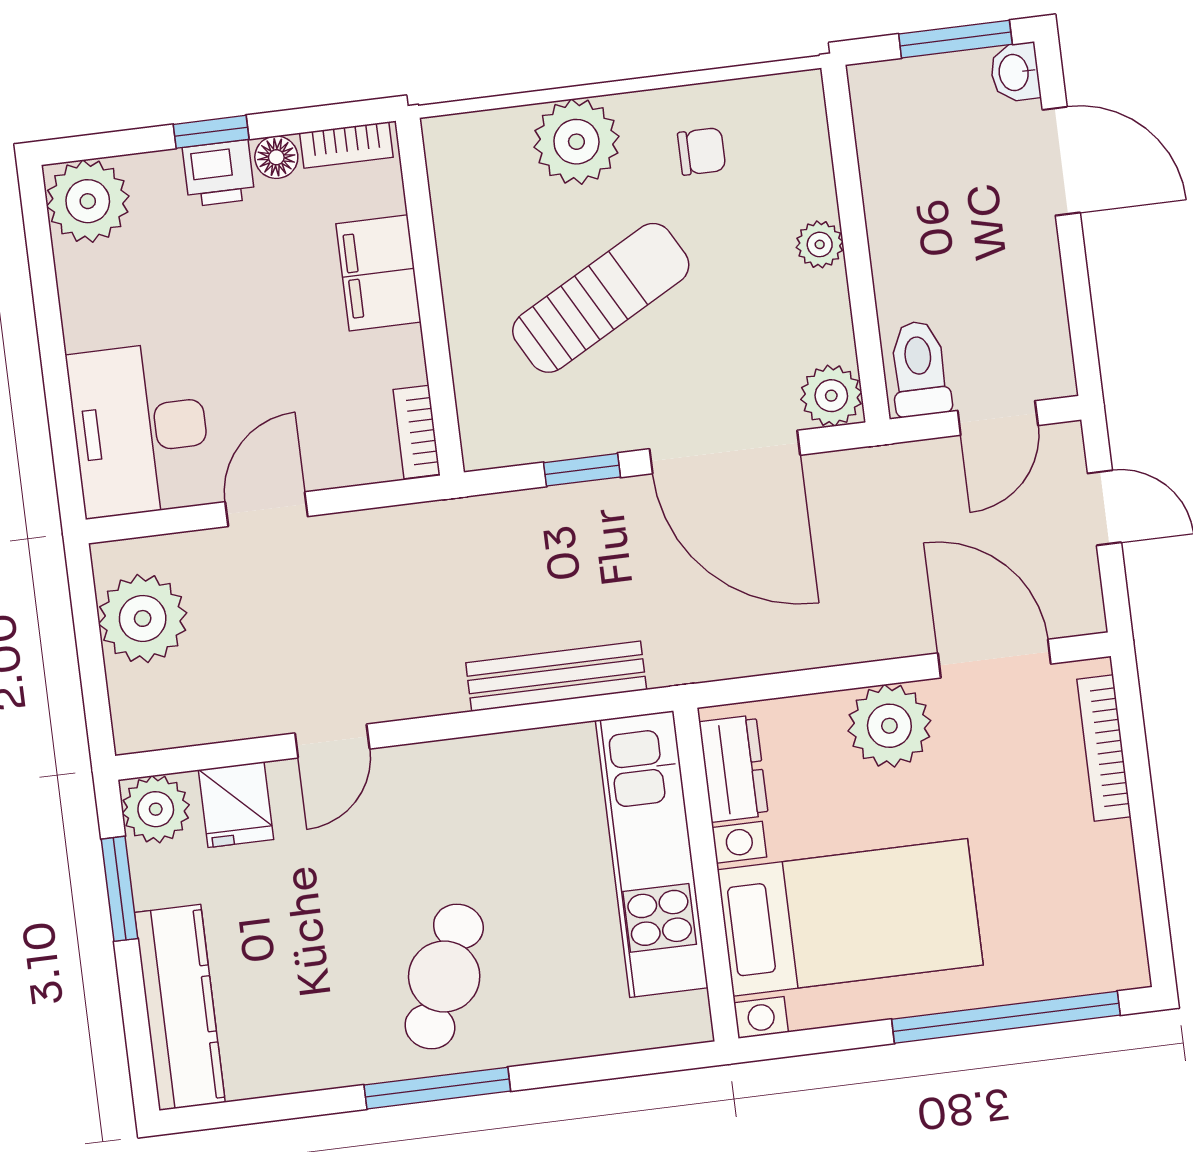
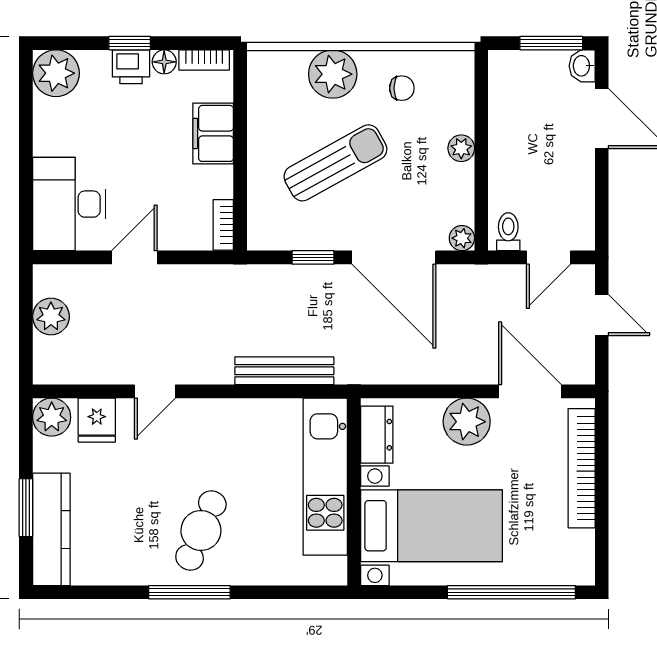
toilet: (919, 369) -> (508, 232), width x0.73, depth x0.72
plant: (831, 396) -> (462, 238), width x0.73, depth x0.73
plant: (143, 618) -> (51, 317), width x0.73, depth x0.73
bookcase: (1104, 748) -> (582, 468), width x1.48, depth x1.31
window: (119, 889) -> (26, 508), moved

